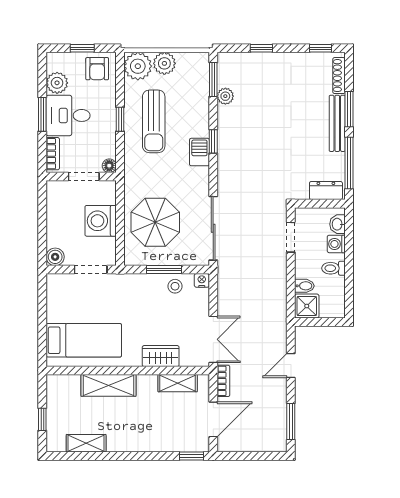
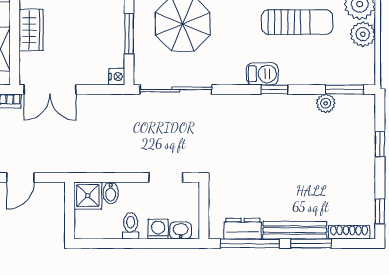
sun lounger: (154, 121) -> (297, 22), turned 180
dresser: (326, 191) -> (243, 229), moved, turned -90
stool: (175, 286) -> (110, 46), removed
door: (291, 366) -> (20, 177), swing flipped

